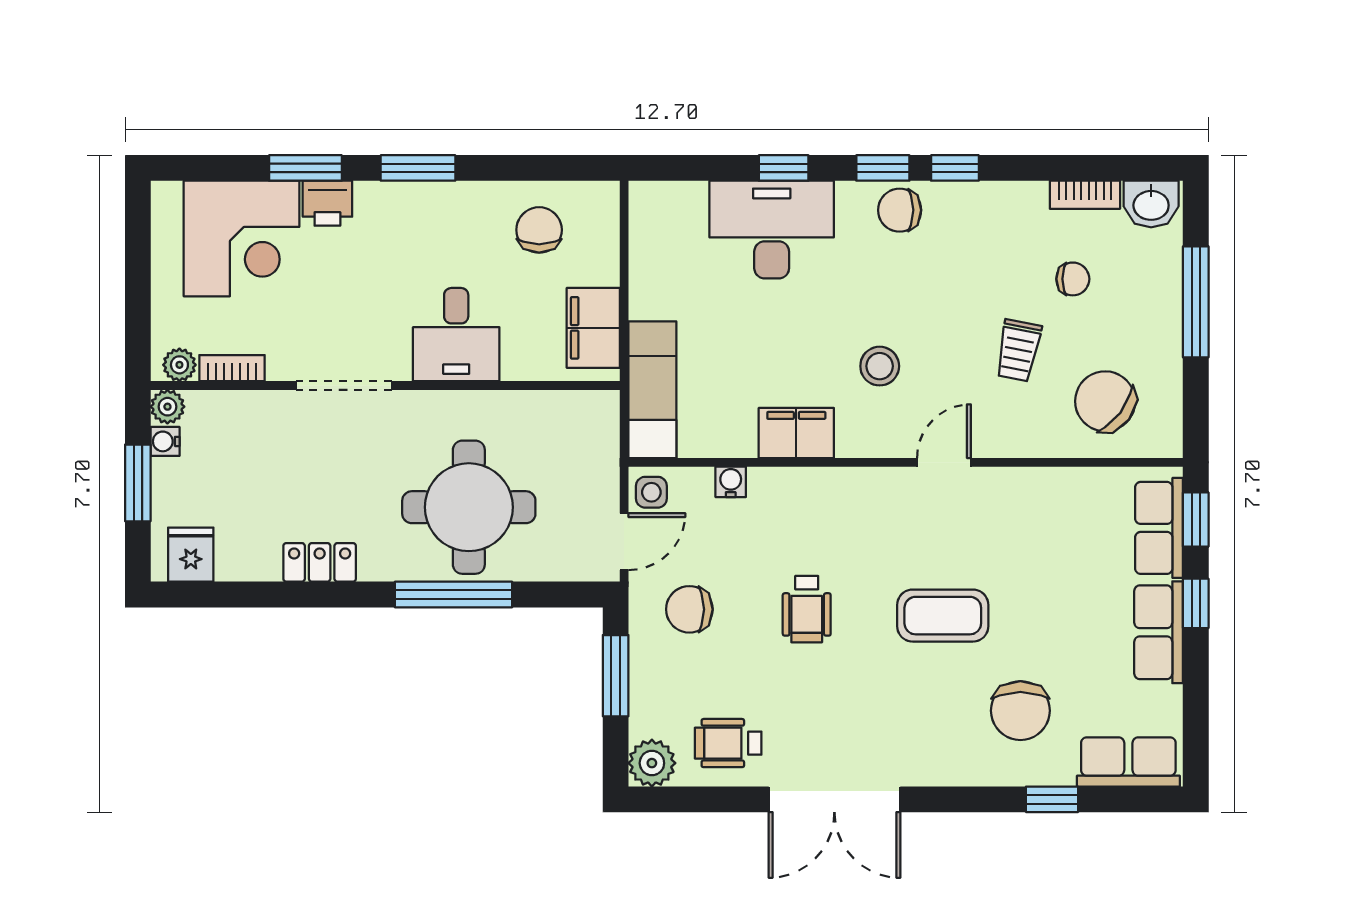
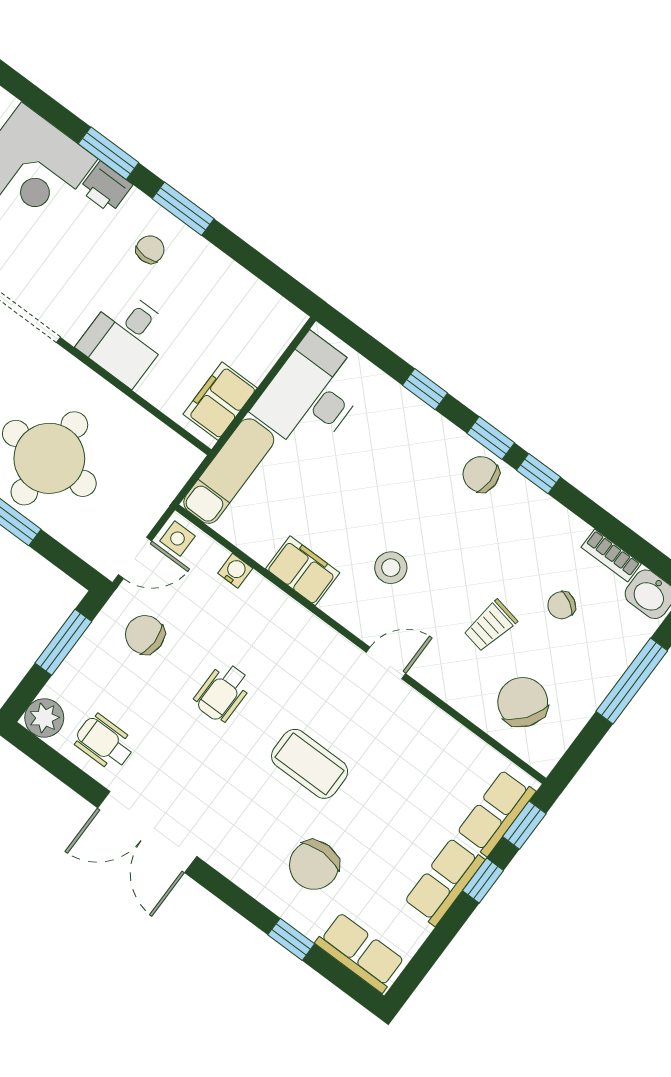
chair: (539, 230) -> (150, 249), moved, width x0.73, depth x0.73
desk: (772, 230) -> (311, 395), moved, turned -90
chair: (1073, 279) -> (562, 605), turned 120

